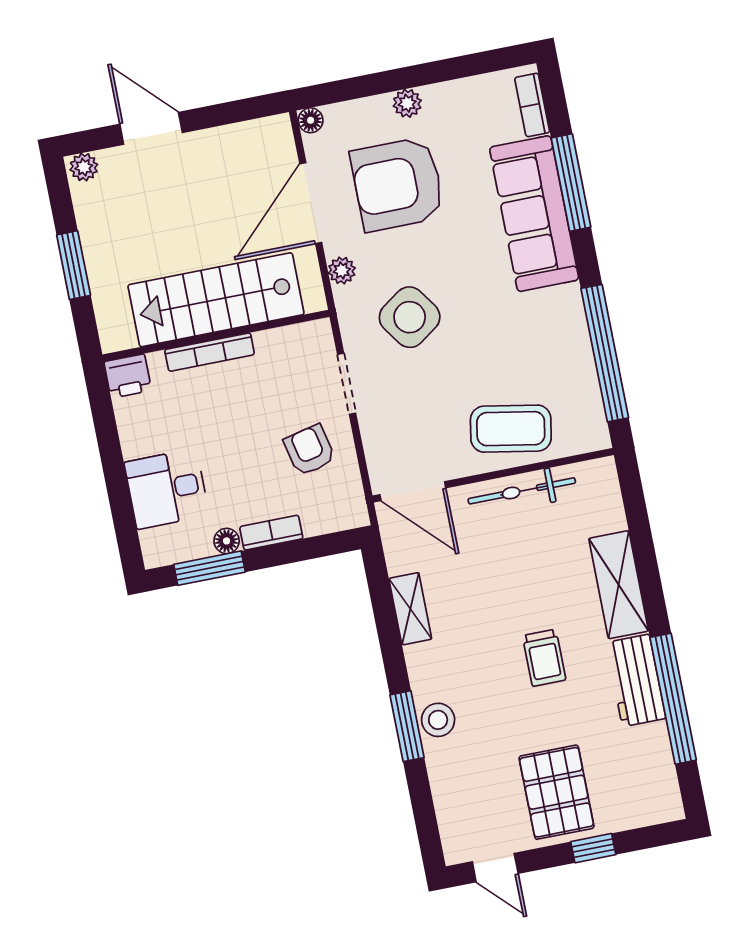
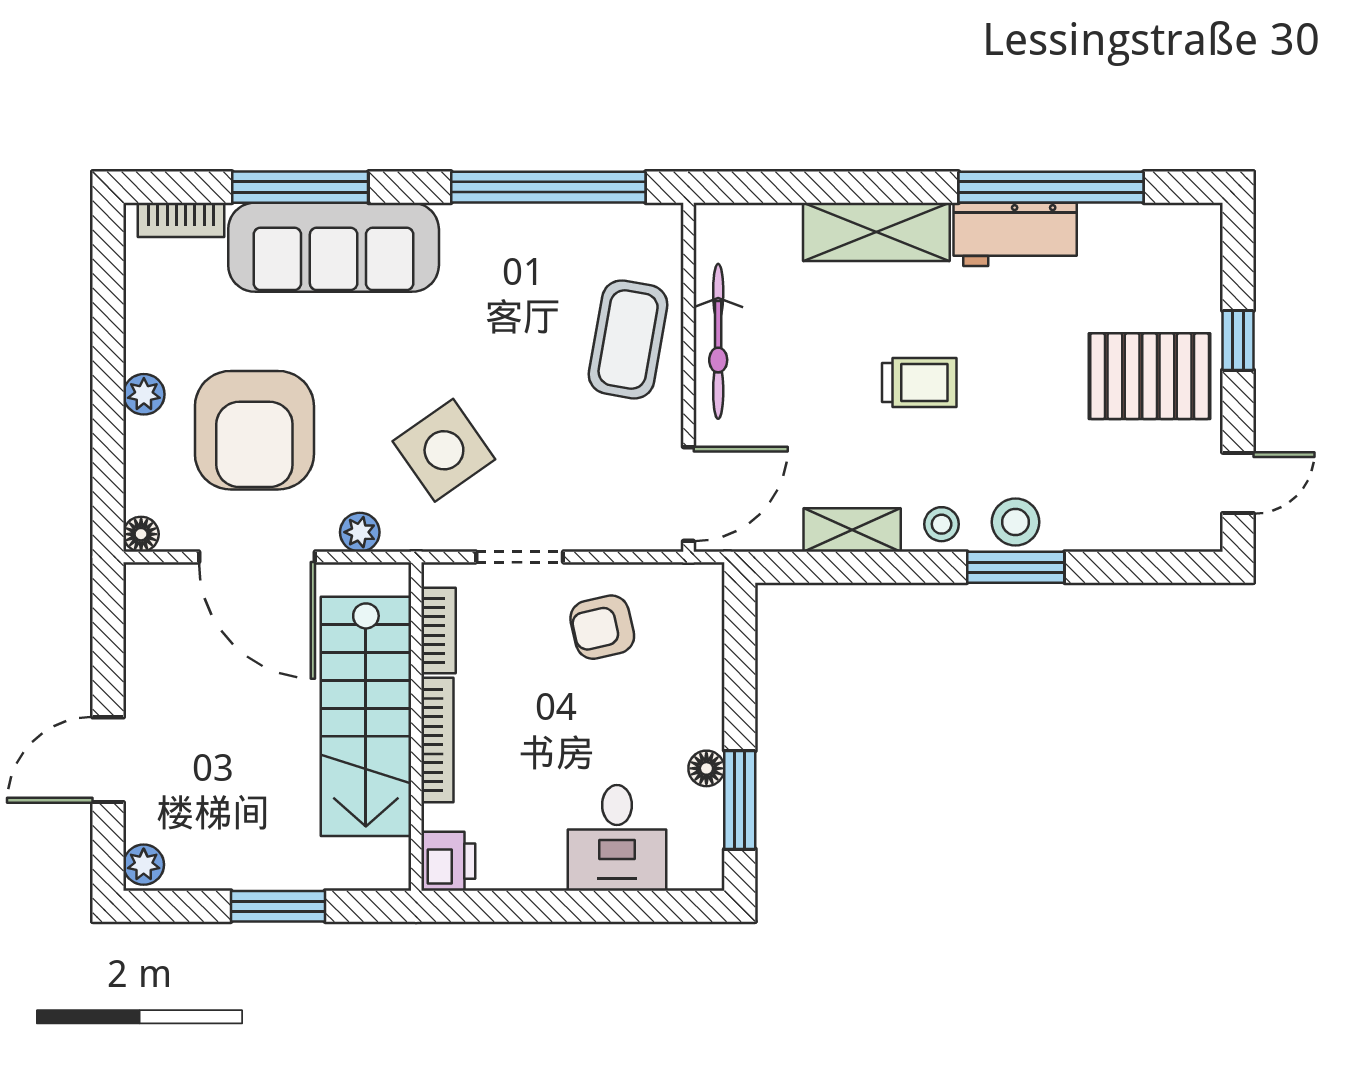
bookcase: (271, 533) -> (439, 630), moved, turned 180
trolley: (544, 658) -> (919, 383), moved
stool: (427, 669) -> (942, 524), added

